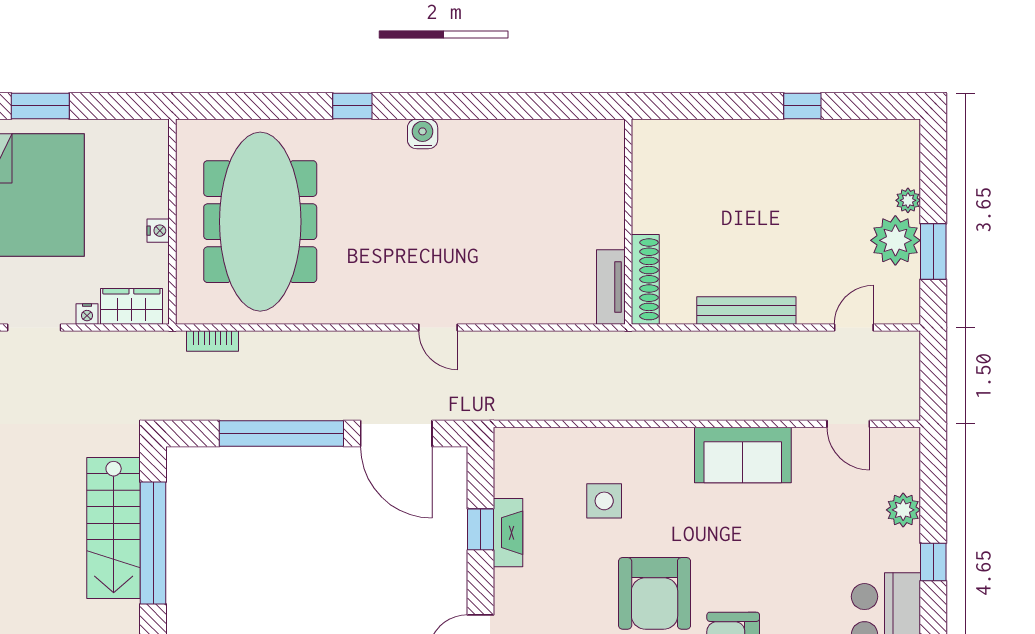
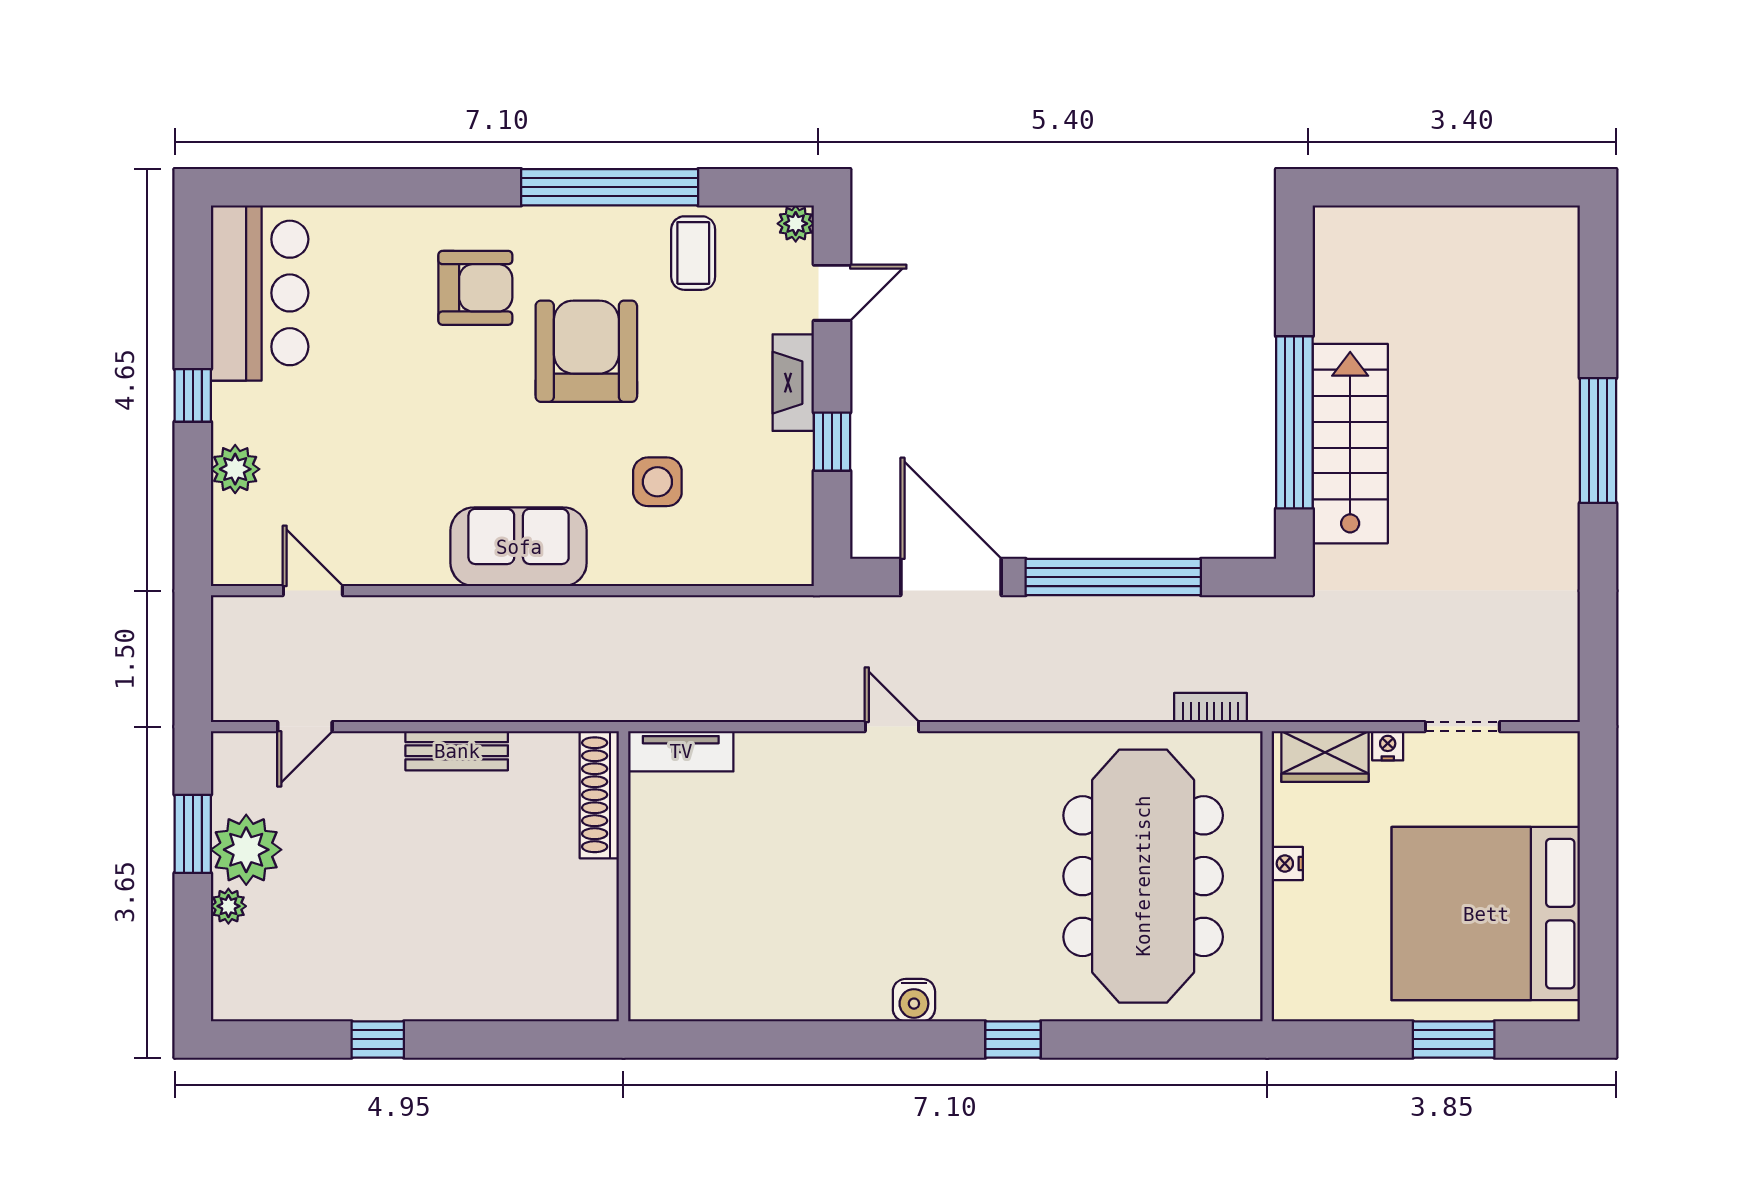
tv unit: (611, 287) -> (681, 751), moved, turned 90
bench: (746, 310) -> (457, 751), width x0.73
sofa: (743, 455) -> (519, 547), moved
fireplace: (508, 533) -> (793, 383), moved

